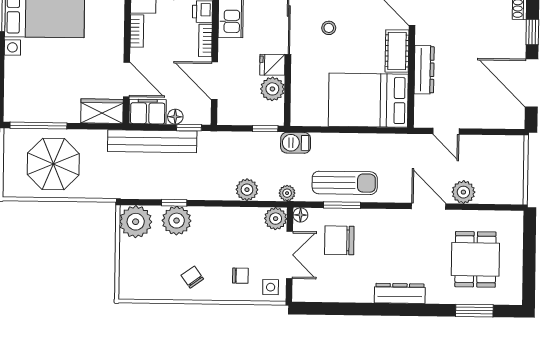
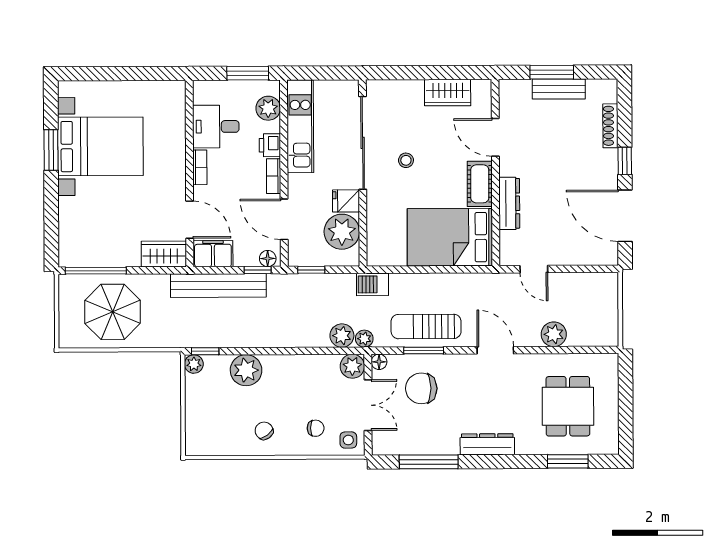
plant: (272, 89) -> (342, 232), width x1.36, depth x1.36
floor lamp: (175, 117) -> (268, 258), moved
window: (265, 129) -> (311, 270), moved
sun lounger: (345, 183) -> (426, 326), turned 180
plant: (247, 190) -> (342, 336), moved
window: (174, 203) -> (205, 351), moved
door: (429, 206) -> (495, 350), moved
plant: (136, 222) -> (194, 364), width x0.53, depth x0.53
window: (345, 309) -> (429, 462), added

